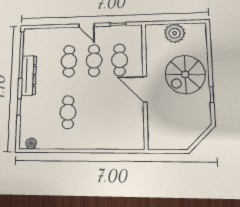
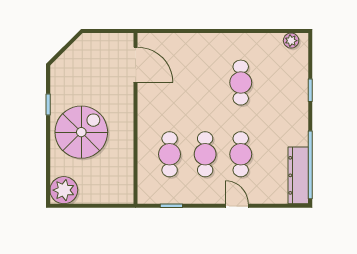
door: (87, 25) -> (237, 206), moved
plant: (175, 33) -> (64, 190), moved
dresser: (29, 75) -> (298, 175), moved
door: (145, 89) -> (136, 65), moved

